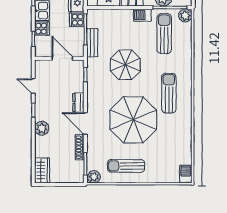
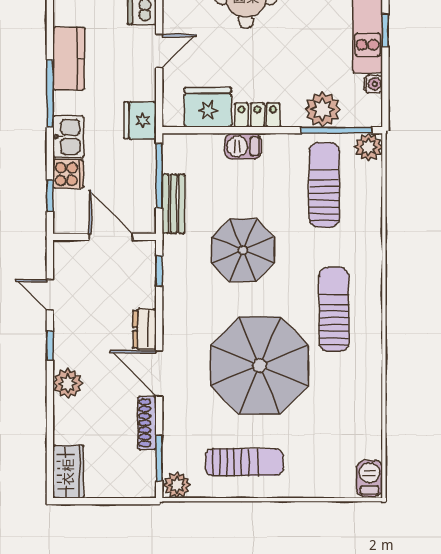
barbecue: (142, 15) -> (243, 146), moved
cooker: (77, 20) -> (141, 156), removed
sun lounger: (126, 166) -> (244, 462), turned 180

